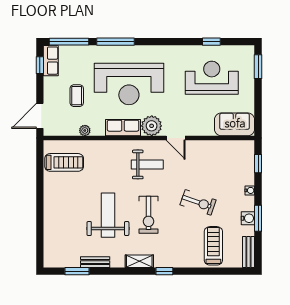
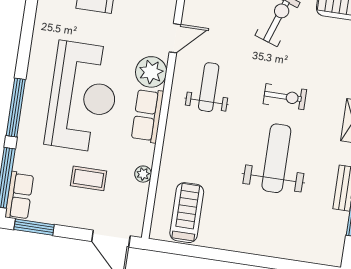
row of seats: (51, 61) -> (19, 196), moved, turned 90
window: (40, 65) -> (34, 227), width x1.50
weight bench: (108, 215) -> (276, 158), turned 90
exercise bike: (148, 215) -> (285, 97), width x0.73, depth x0.72

